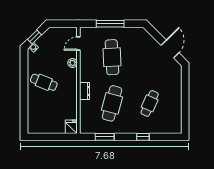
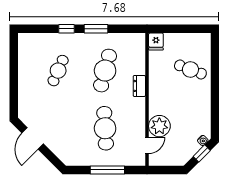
plant: (72, 63) -> (159, 126), width x1.88, depth x1.88
cafe table: (44, 82) -> (190, 69), moved
window: (105, 137) -> (96, 29), moved

